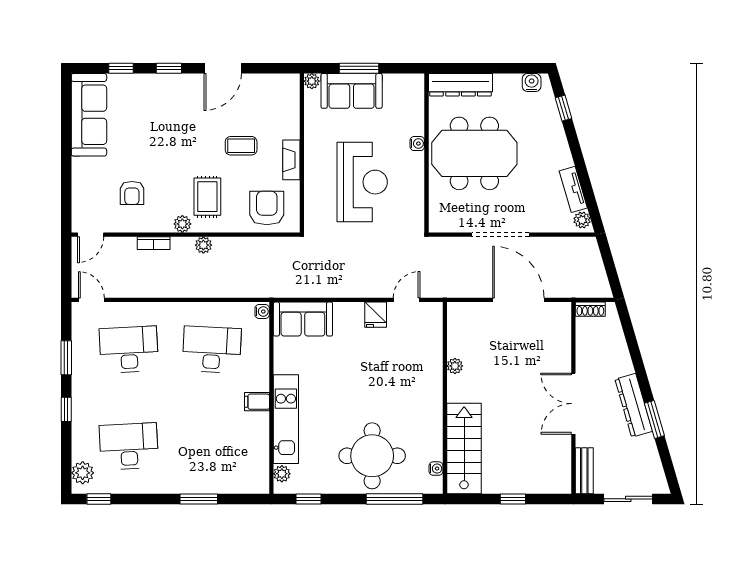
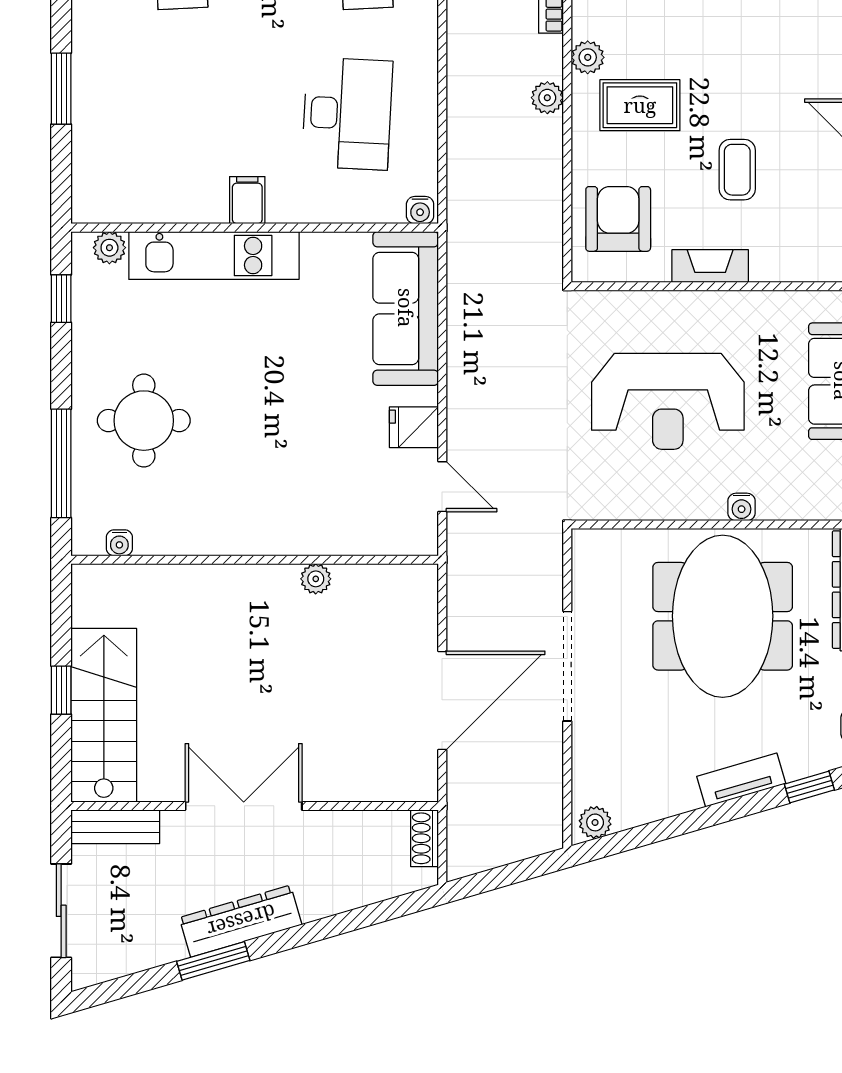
tv unit: (573, 189) -> (741, 780), moved
armchair: (267, 208) -> (618, 219), turned -90
sofa: (303, 319) -> (406, 308), width x1.36
stairs: (464, 448) -> (104, 715), moved, turned -90
round table: (372, 456) -> (144, 421), width x0.73, depth x0.73

